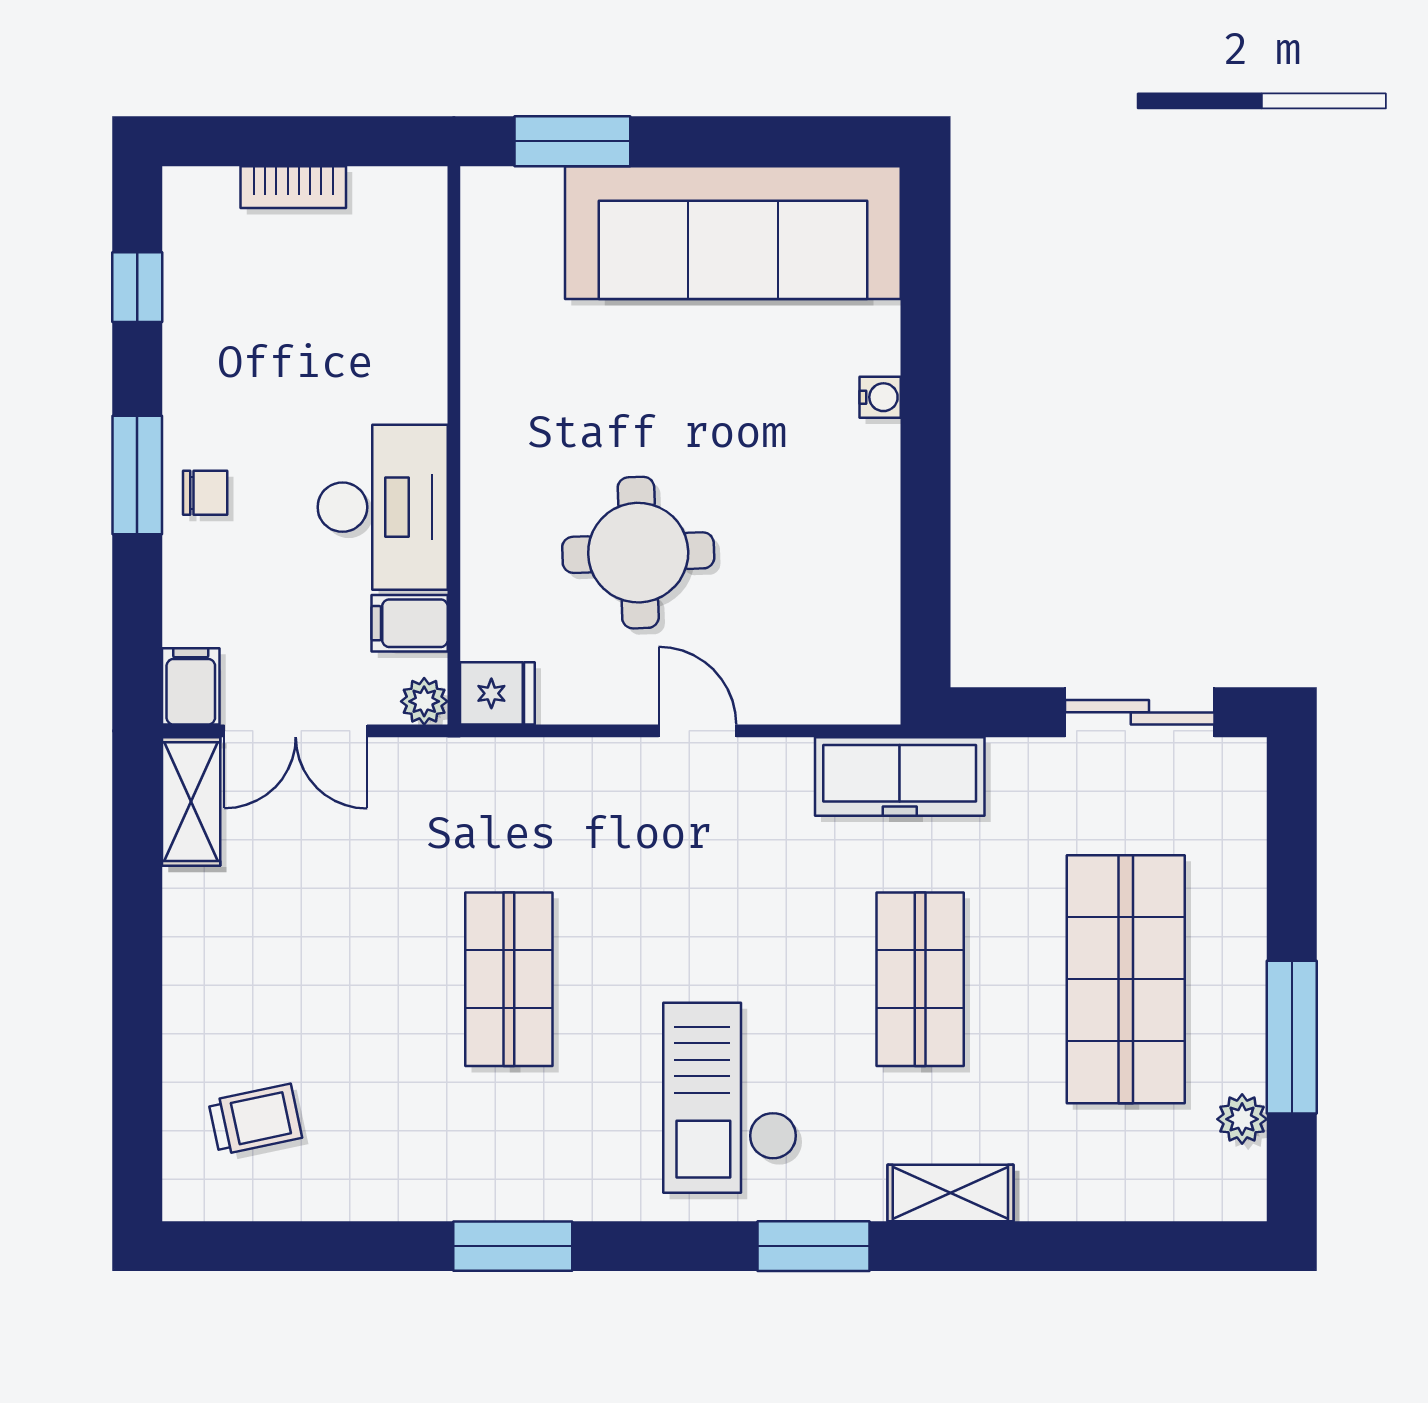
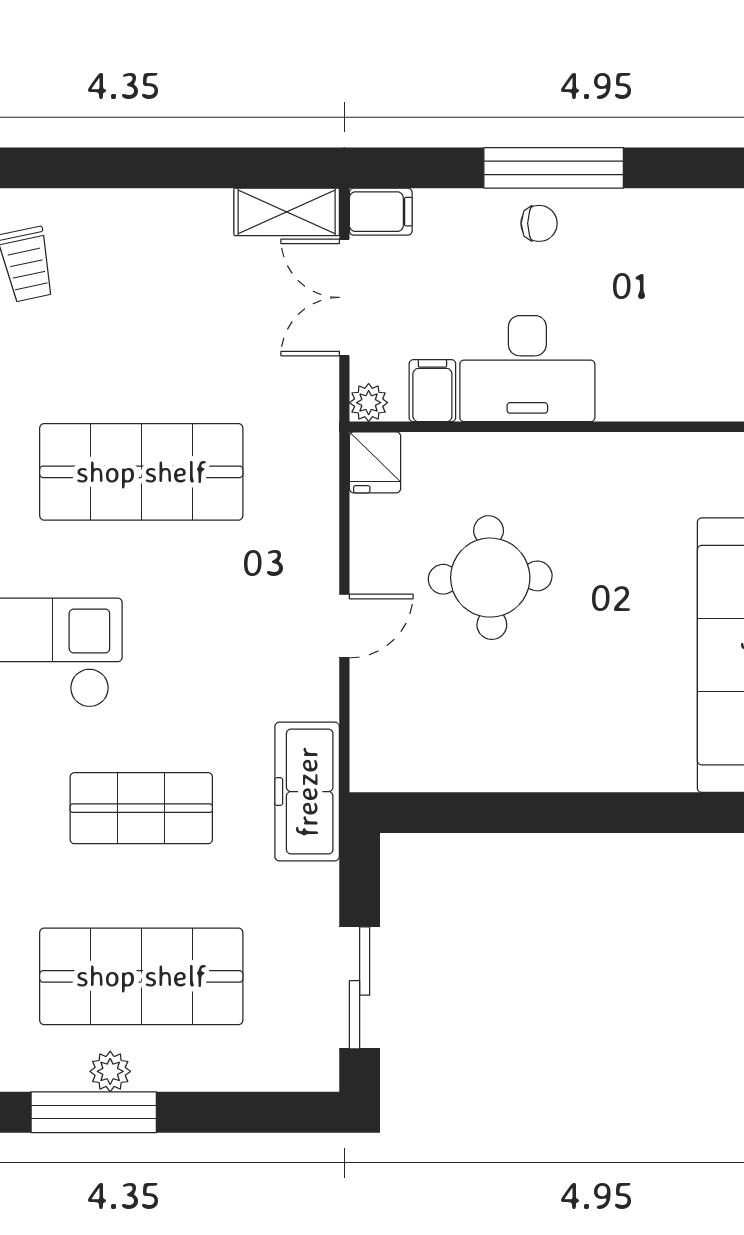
window: (137, 287) -> (707, 168), removed
water cooler: (880, 397) -> (617, 775), removed
window: (137, 475) -> (554, 168), width x1.44
chair: (205, 493) -> (539, 223), turned -90
shop shelf: (509, 979) -> (141, 472), width x1.43, depth x1.36
plant: (1242, 1119) -> (110, 1071), moved

